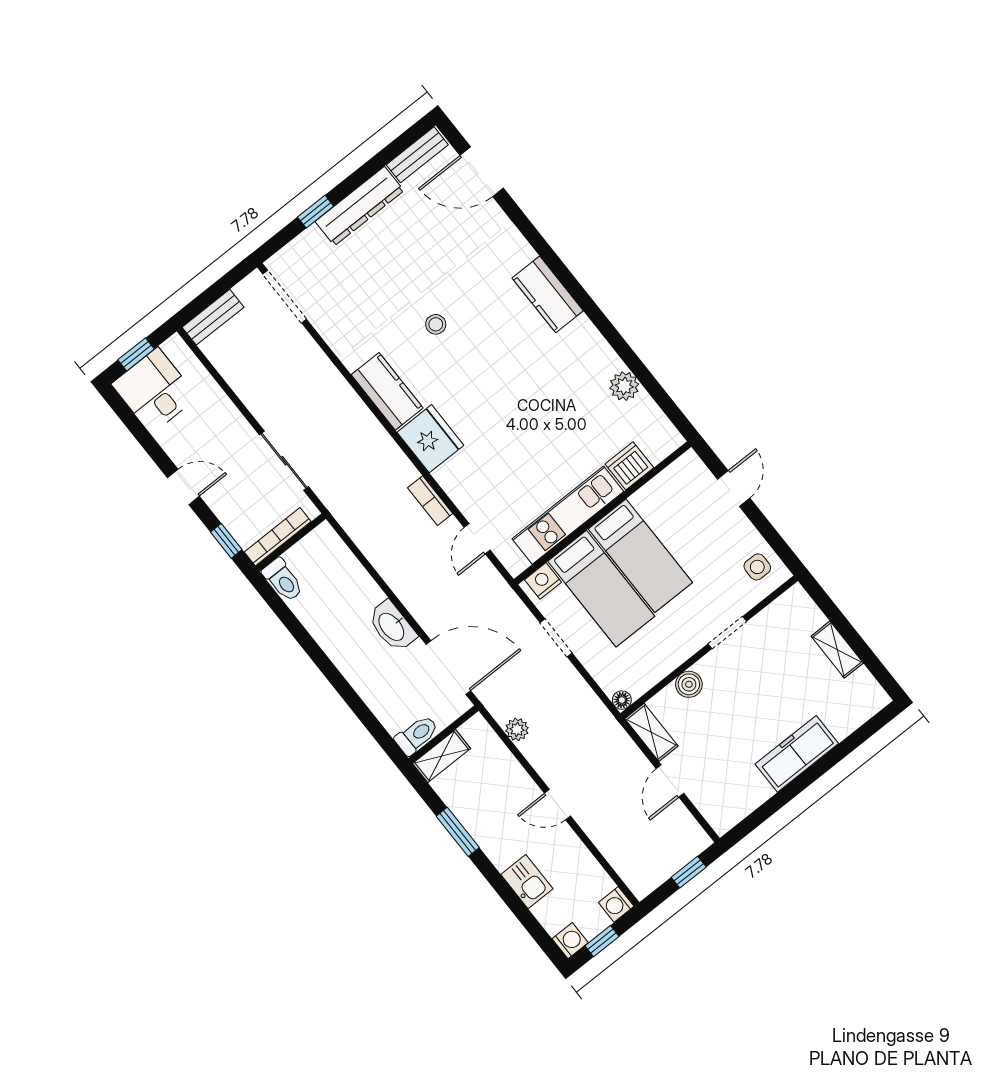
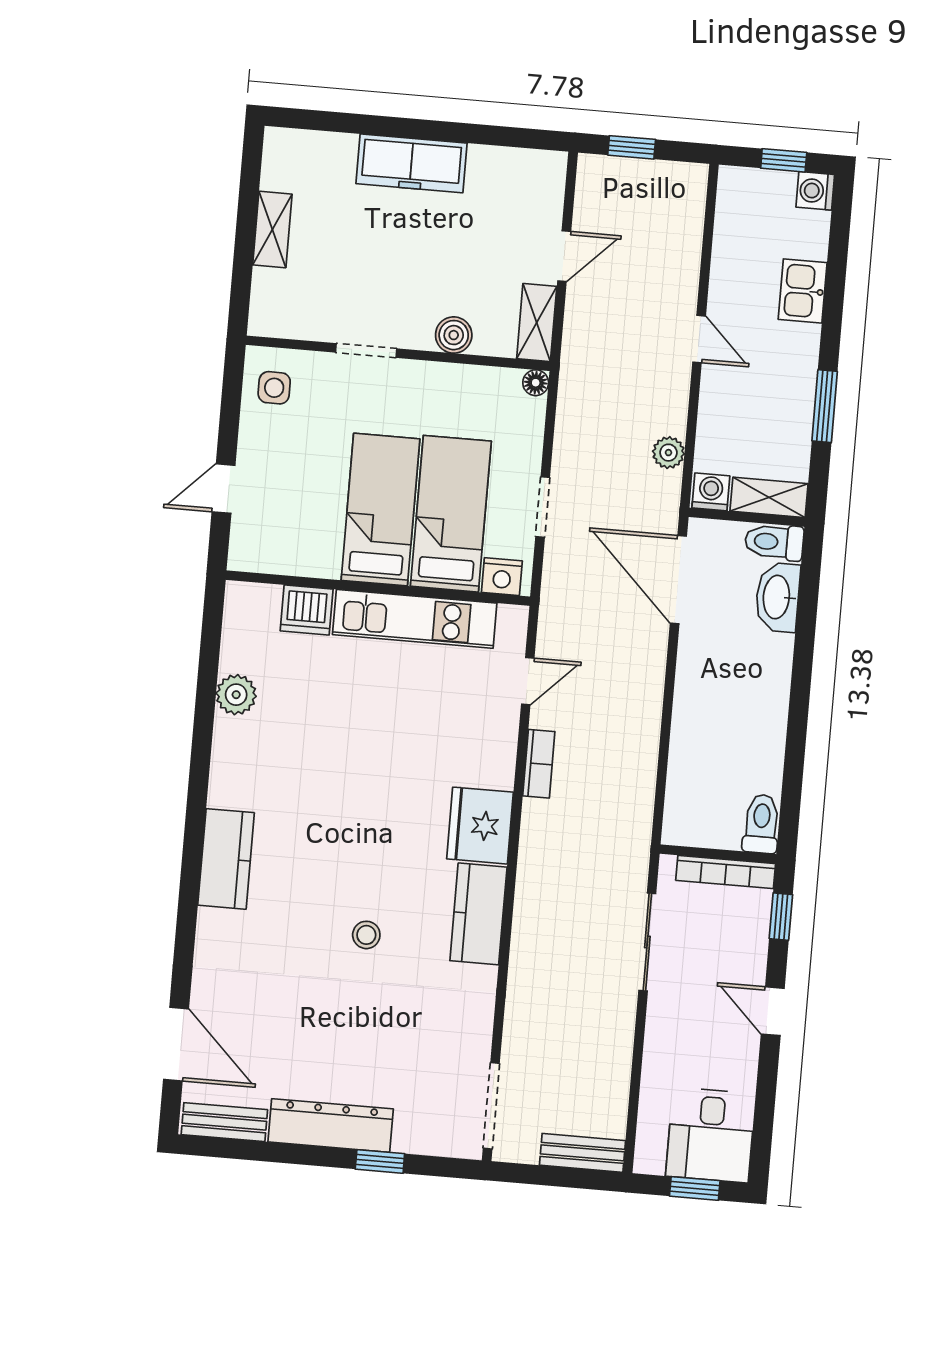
washbasin: (392, 626) -> (778, 597), moved, turned 180
washing machine: (616, 904) -> (711, 492), moved, turned -90

